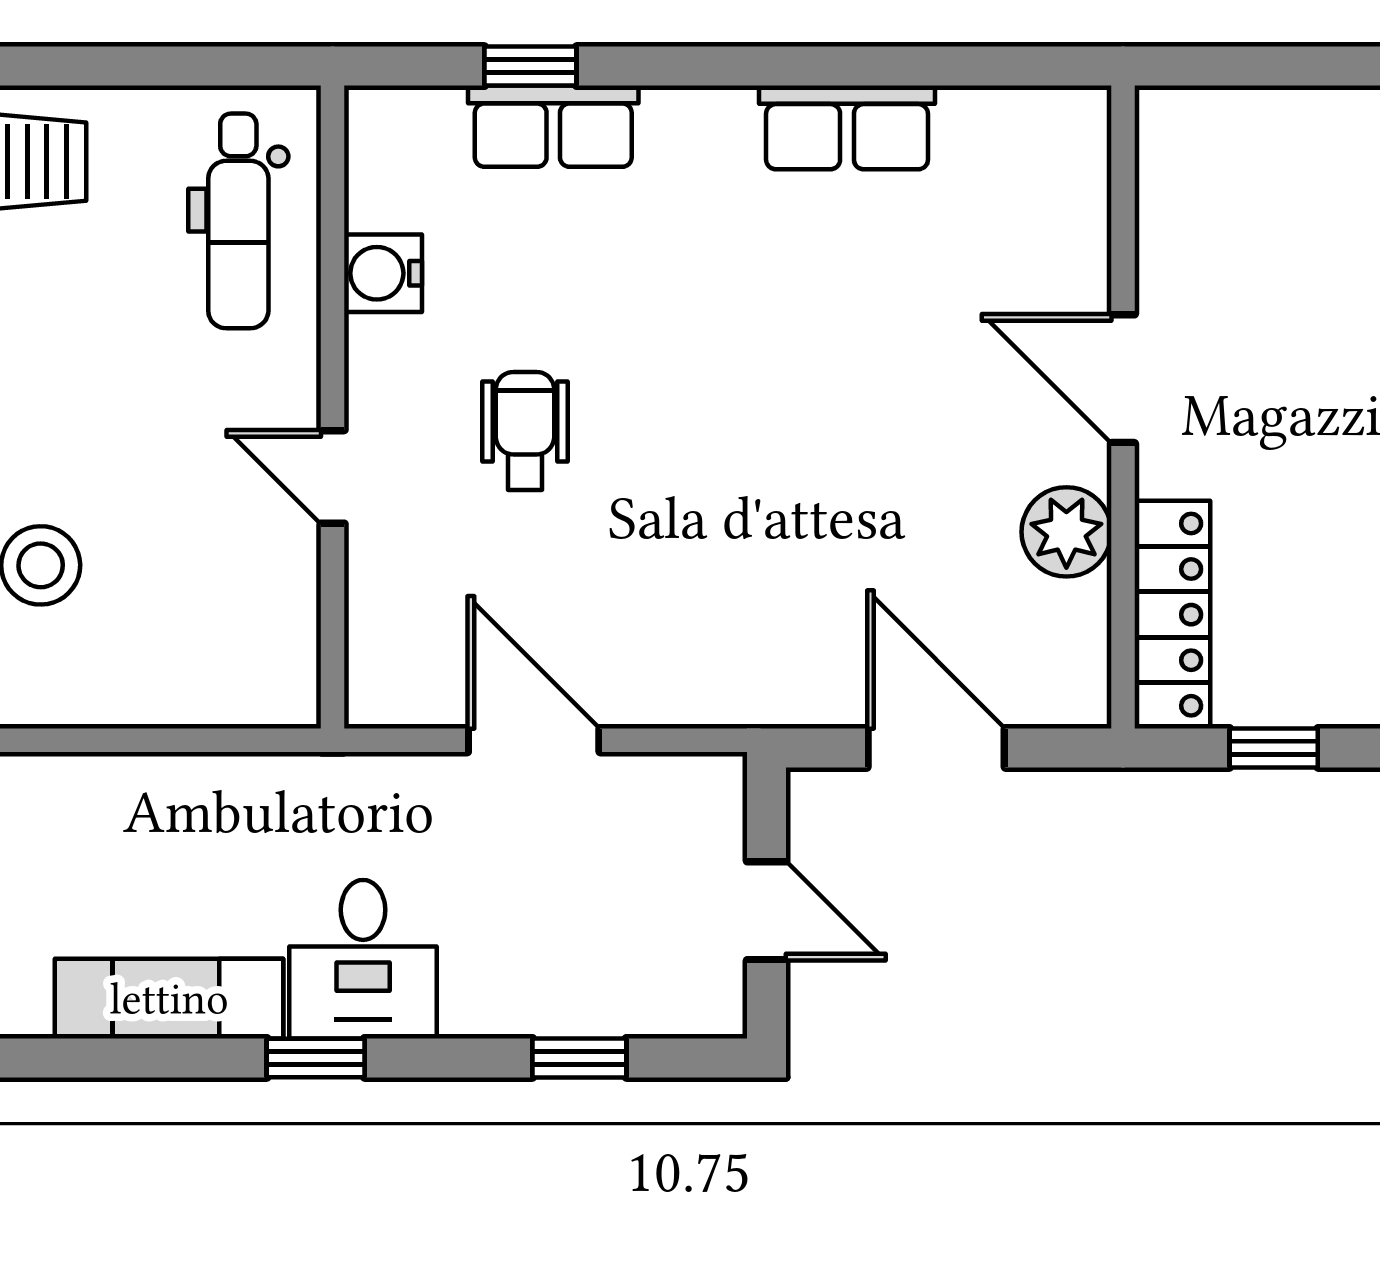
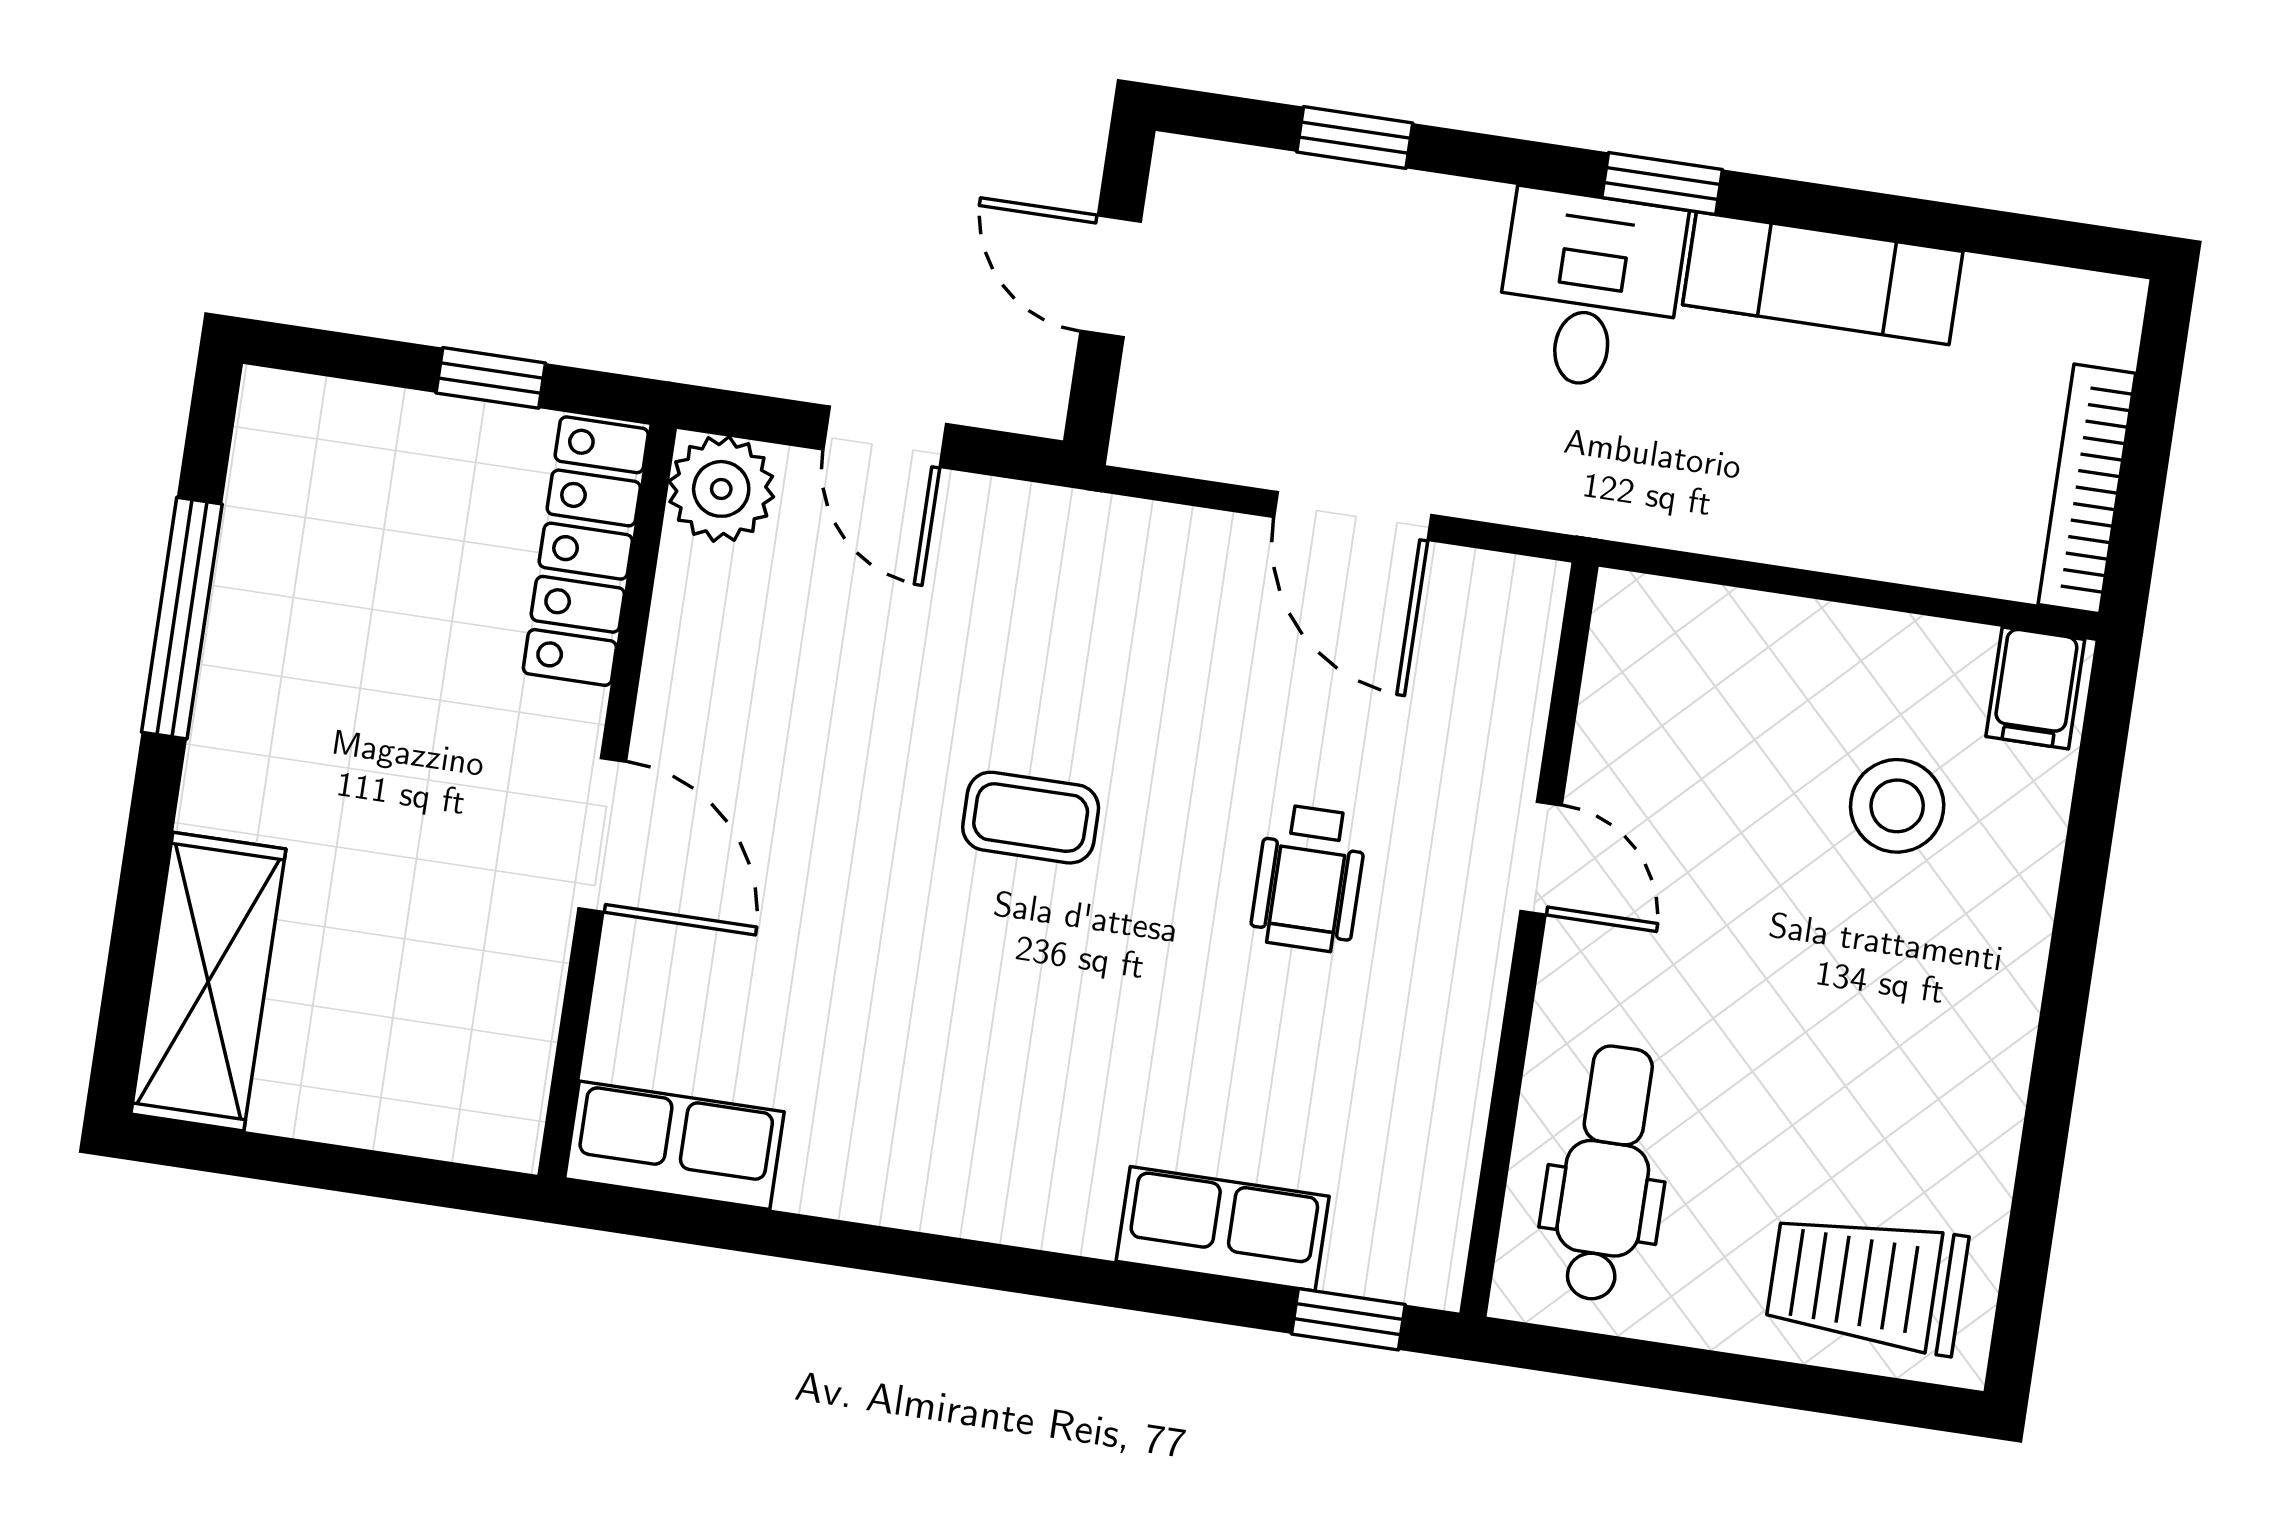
window: (530, 66) -> (1348, 1319), moved
row of seats: (847, 127) -> (674, 1145), moved
water cooler: (383, 273) -> (1447, 1087), removed
coffee table: (766, 447) -> (1031, 818), added
plant: (1066, 532) -> (721, 489), moved
door: (936, 748) -> (885, 437), width x0.73

